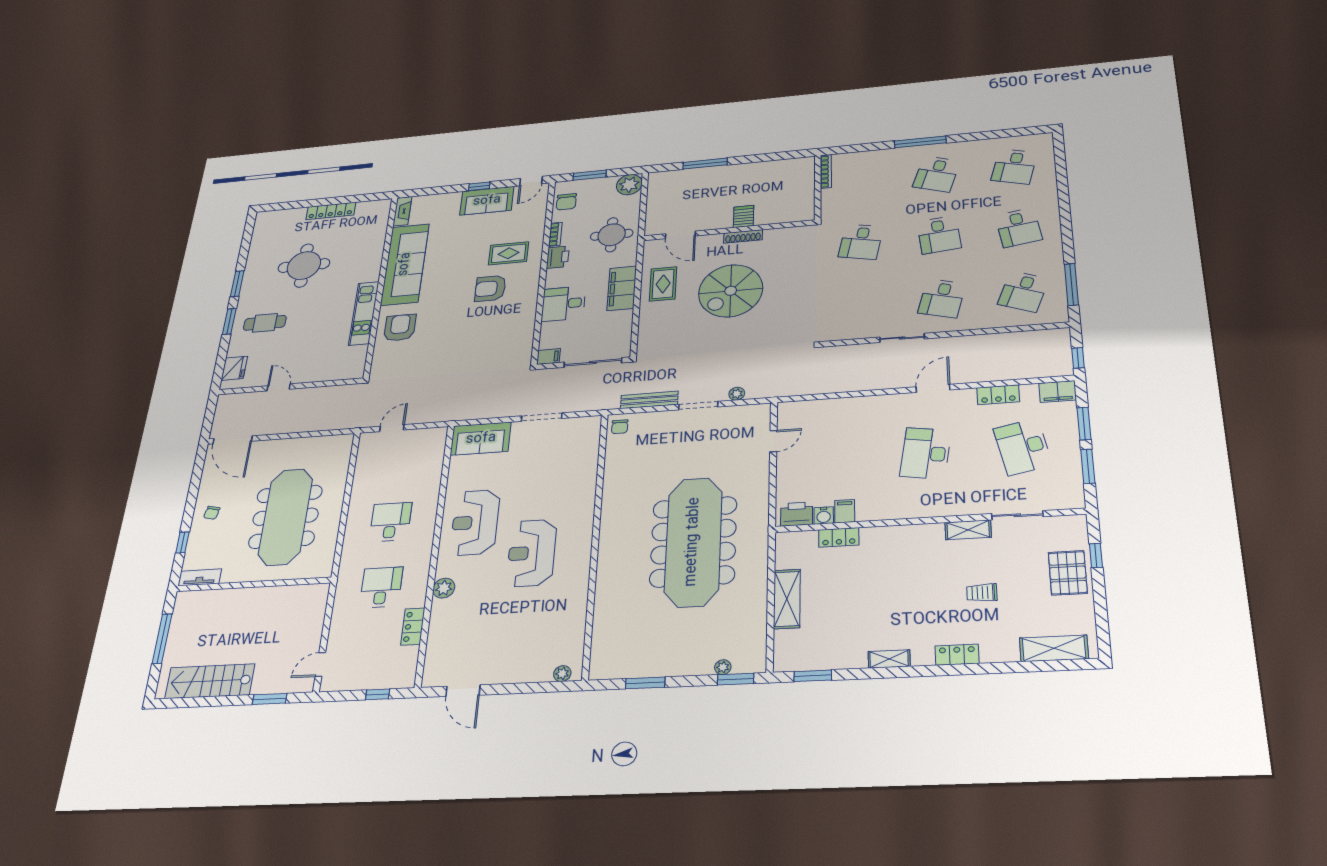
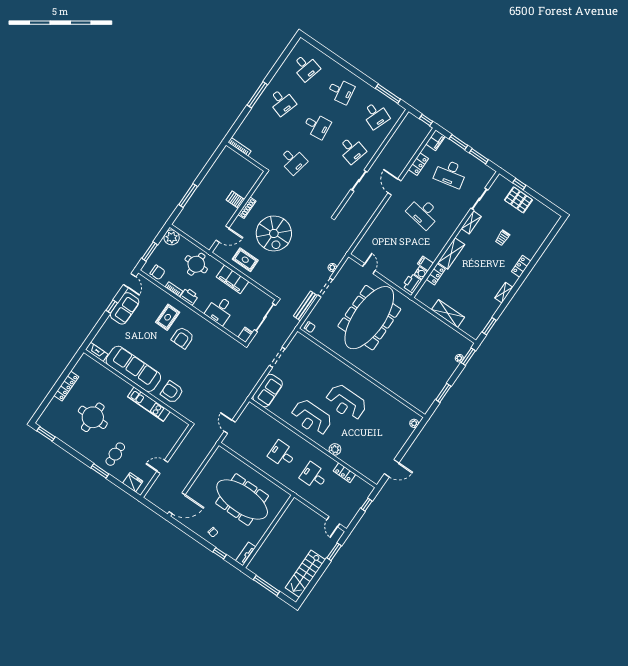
window: (237, 284) -> (46, 434), moved
meeting table: (693, 542) -> (369, 318), moved, turned 90
shelving: (1054, 648) -> (451, 253), moved

